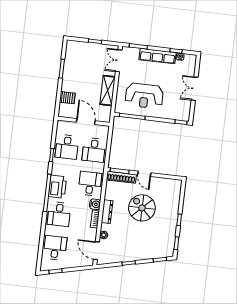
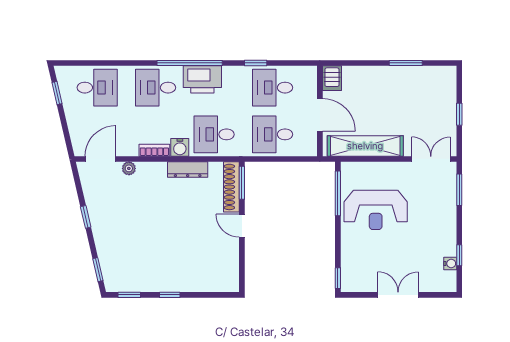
row of seats: (157, 56) -> (447, 225), removed
shelving: (108, 91) -> (365, 146), width x1.47
reception desk: (144, 96) -> (376, 210), turned -90
server rack: (67, 98) -> (332, 78), moved
door: (86, 122) -> (320, 115), hinge flipped
door: (144, 174) -> (242, 226), hinge flipped
desk: (90, 184) -> (214, 134), turned 180
spiral stairs: (142, 208) -> (183, 229), removed
dresser: (107, 212) -> (188, 169), moved

